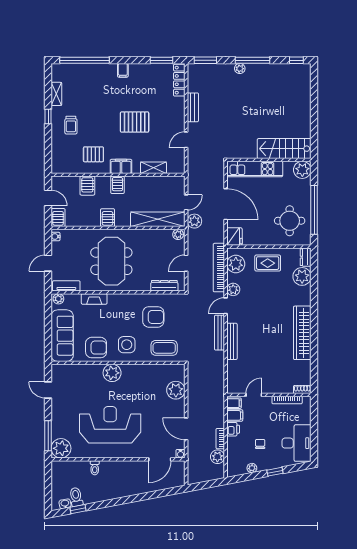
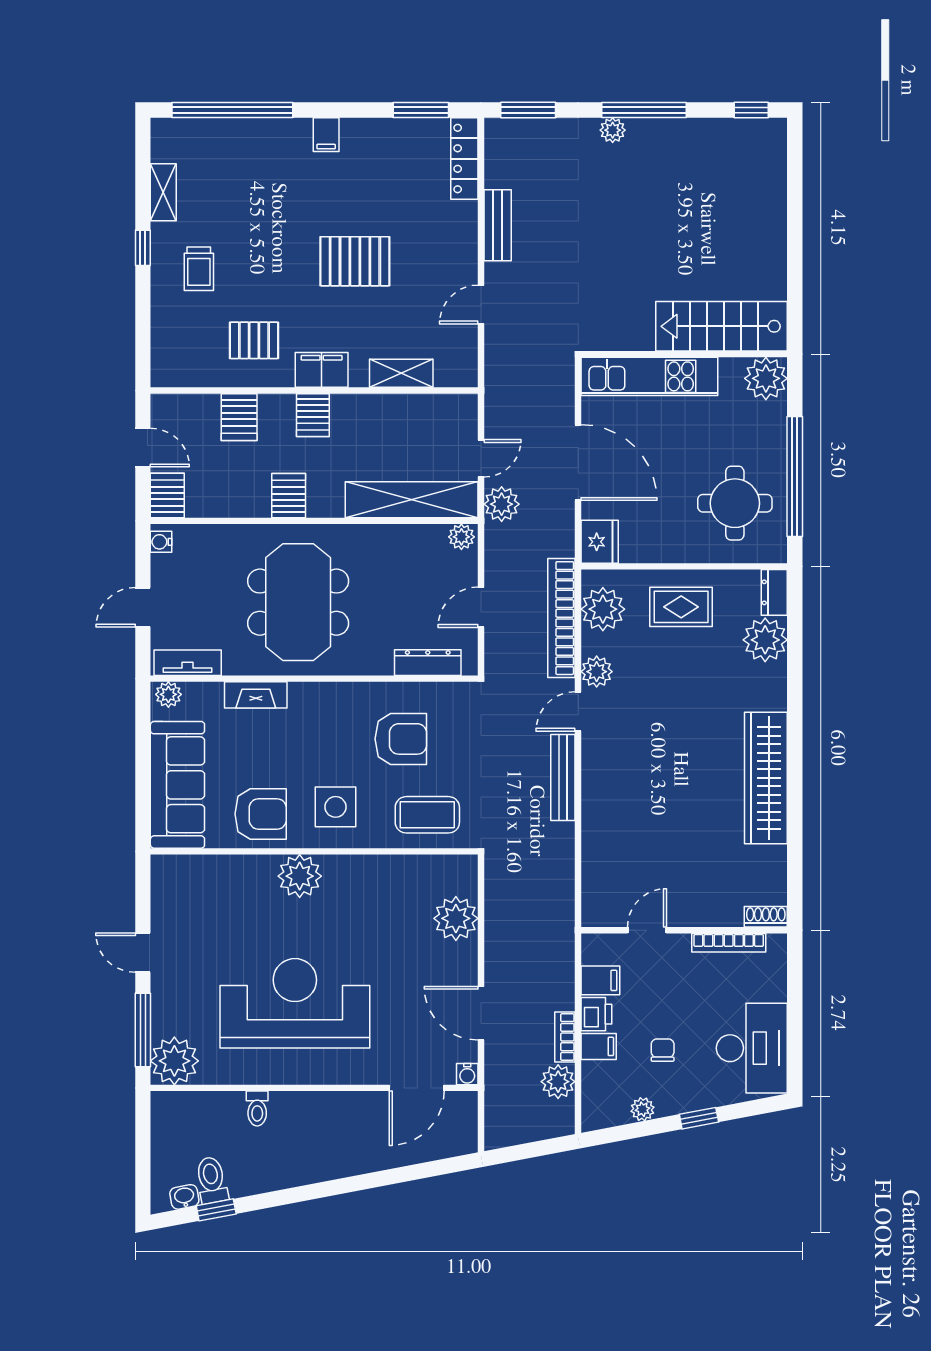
bench: (232, 341) -> (594, 799), removed
door: (48, 390) -> (143, 953), moved
filing cabinet: (234, 403) -> (599, 1046), moved

